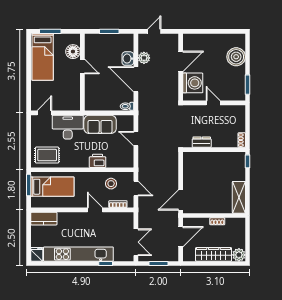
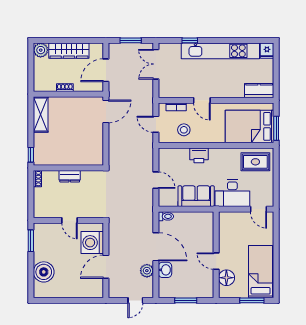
door: (44, 113) -> (259, 209), hinge flipped
dresser: (202, 142) -> (70, 176), moved
bed: (52, 187) -> (249, 126), width x1.50

